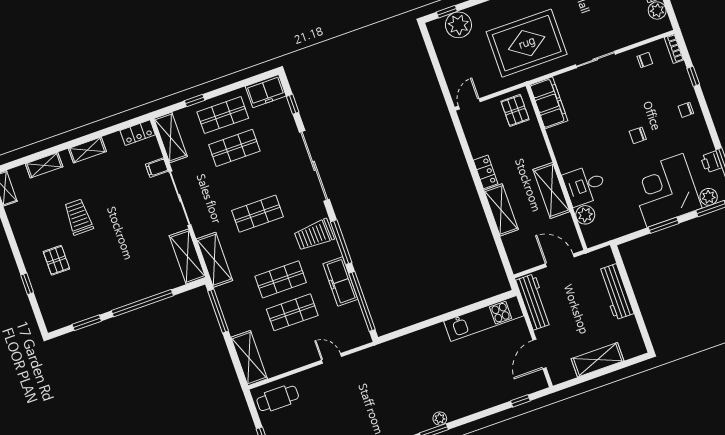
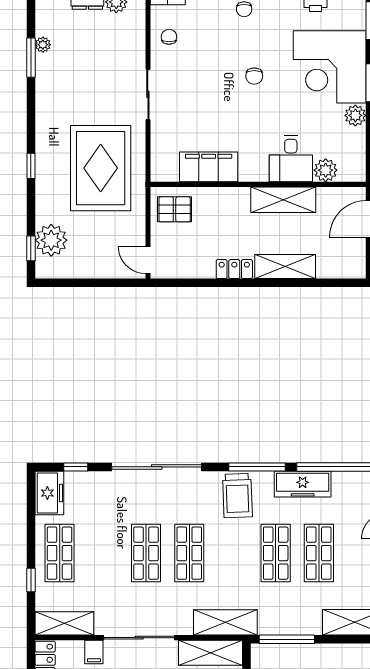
filing cabinet: (549, 103) -> (209, 167), moved
shop shelf: (234, 148) -> (146, 553), moved
plant: (709, 197) -> (355, 115), moved

